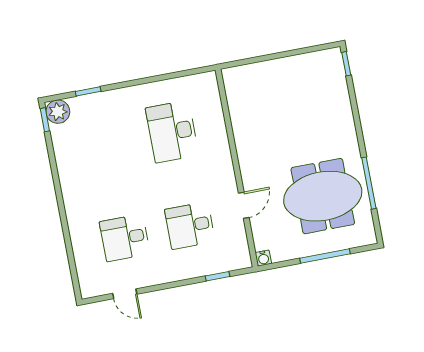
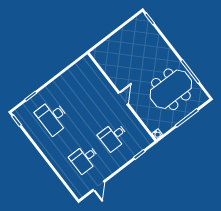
plant: (58, 112) -> (21, 114), removed
desk: (172, 132) -> (53, 117), moved
door: (244, 205) -> (123, 98), moved
door: (125, 294) -> (99, 186), hinge flipped

